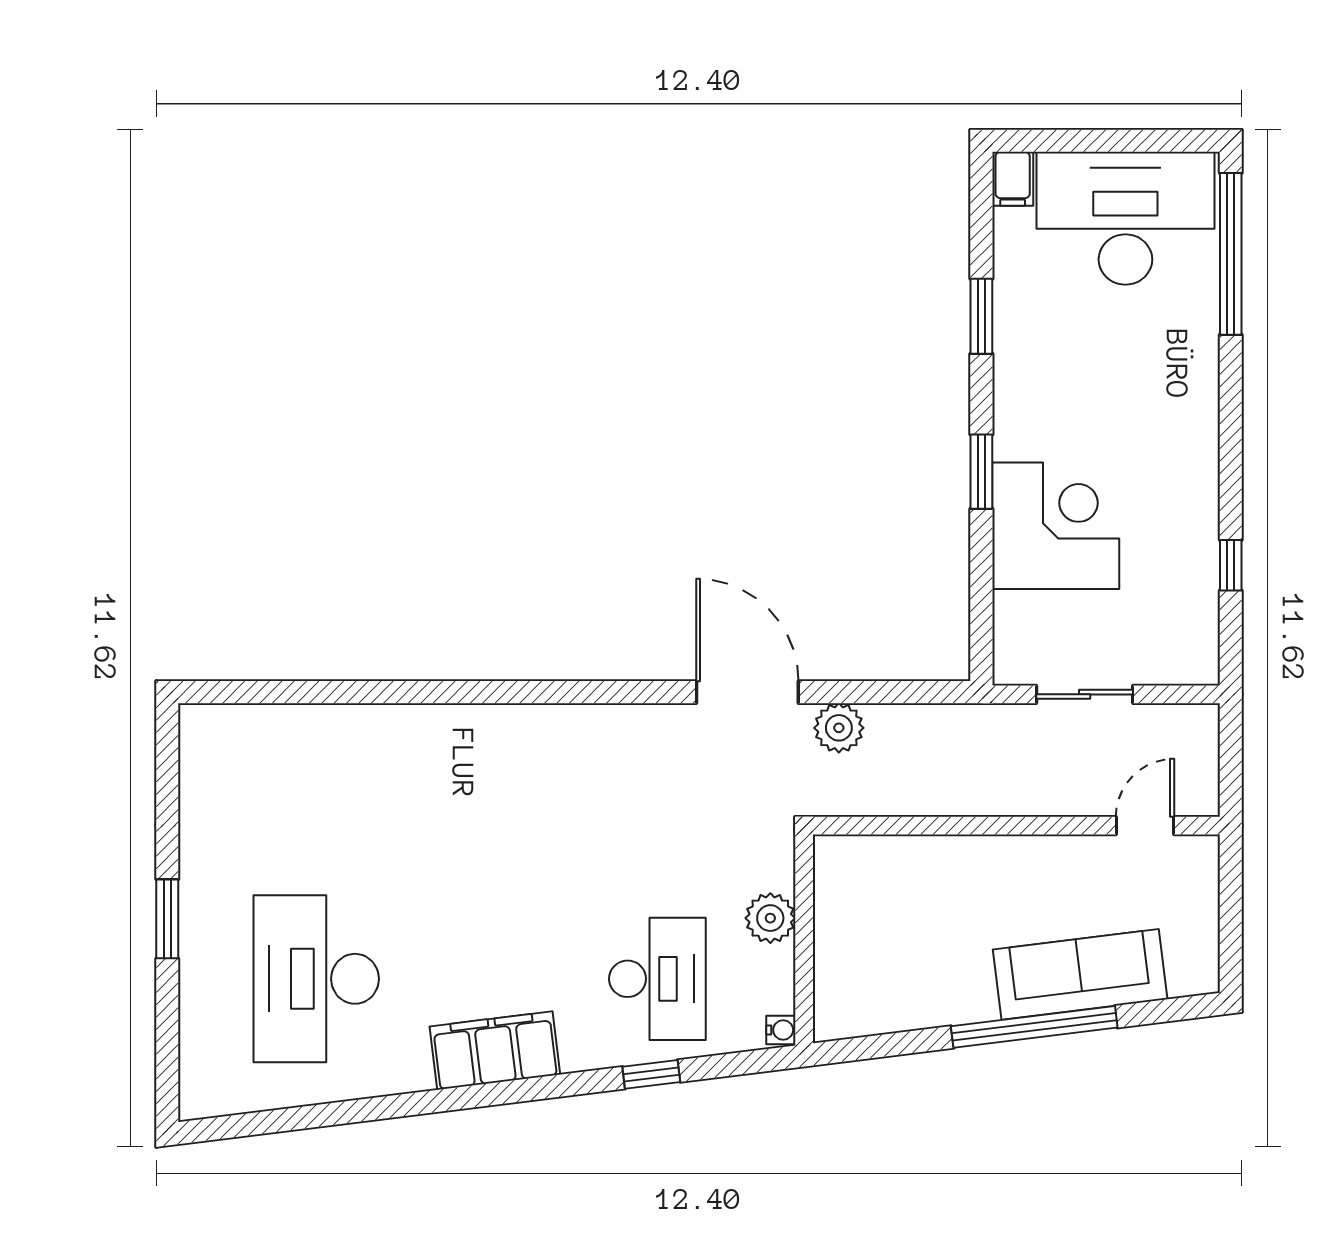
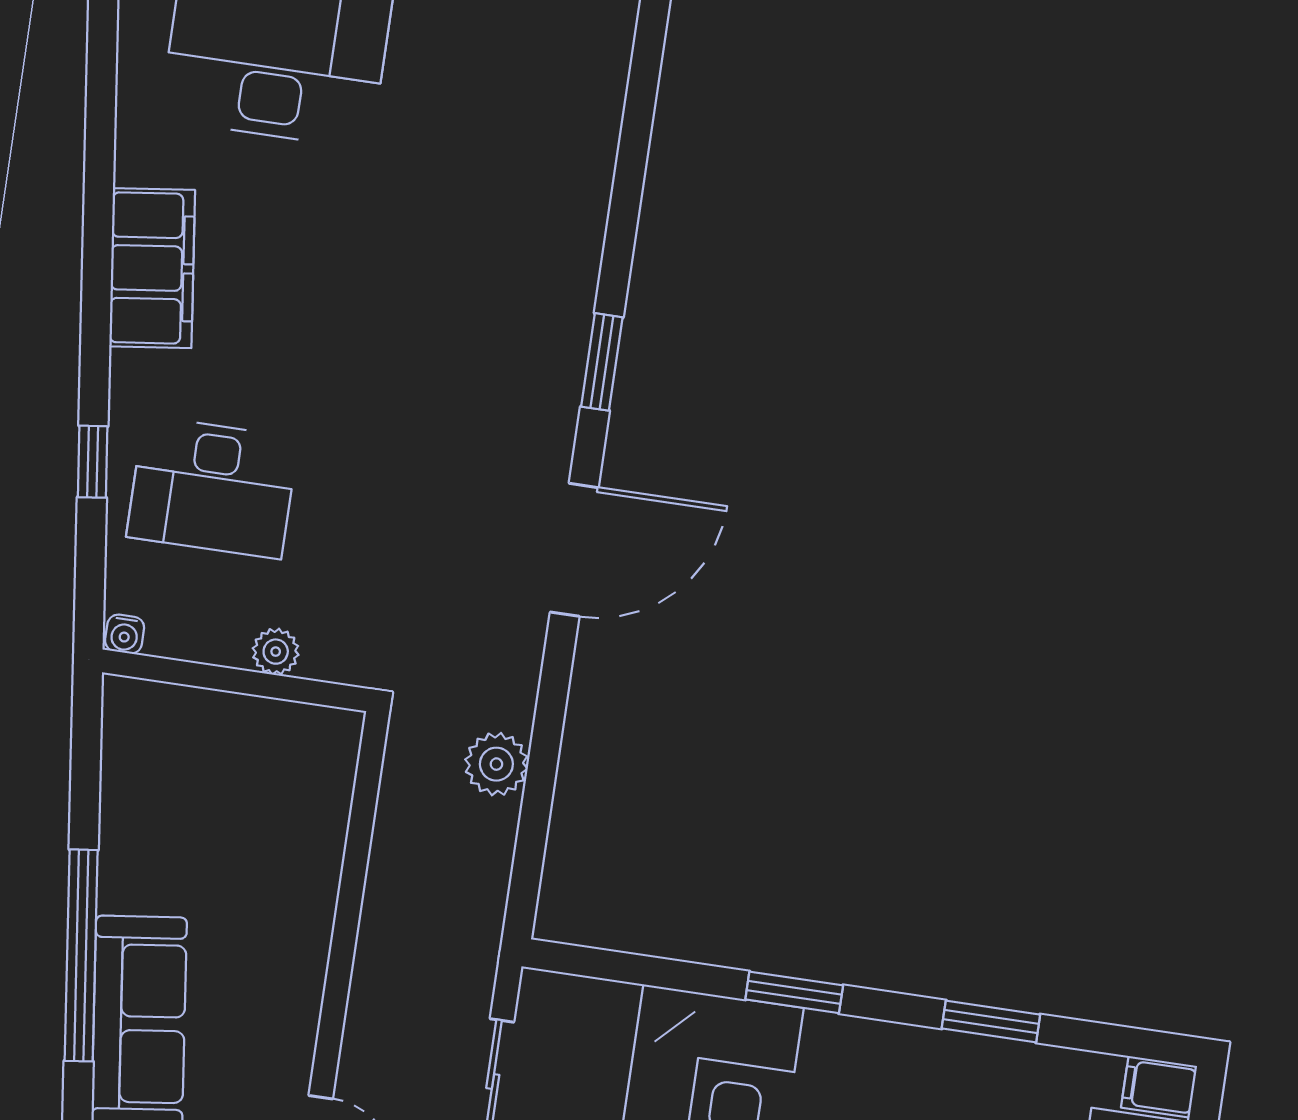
window: (516, 692) -> (602, 362), added
door: (747, 692) -> (574, 550), moved
plant: (770, 918) -> (276, 652), width x0.73, depth x0.73

